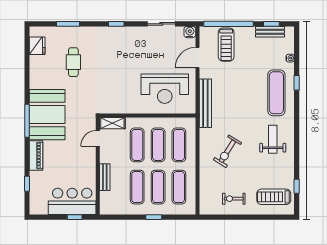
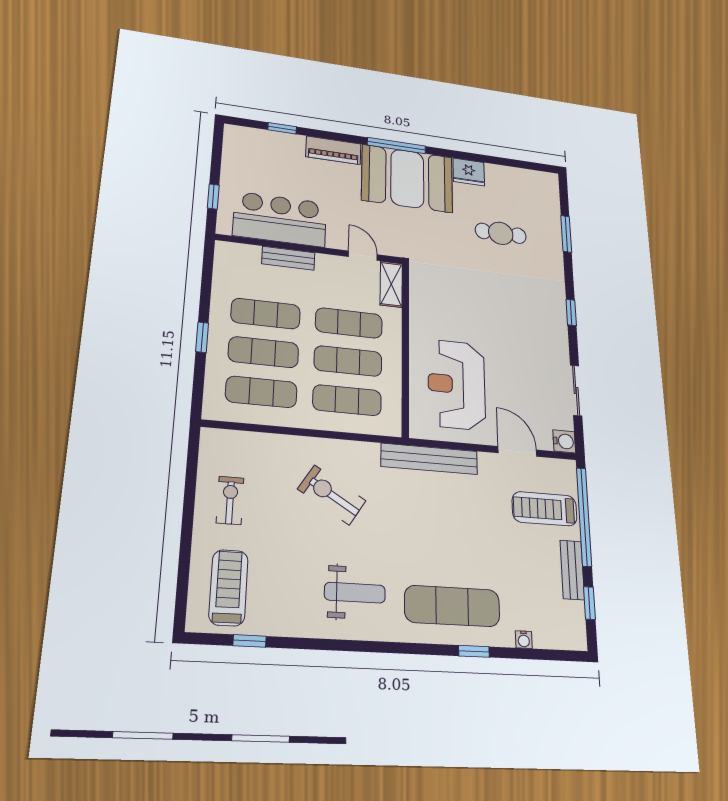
bench: (270, 32) -> (572, 570), moved
fridge: (37, 46) -> (469, 172), moved
bar counter: (72, 201) -> (280, 219), moved, turned -90

